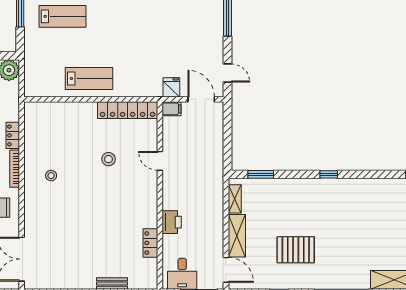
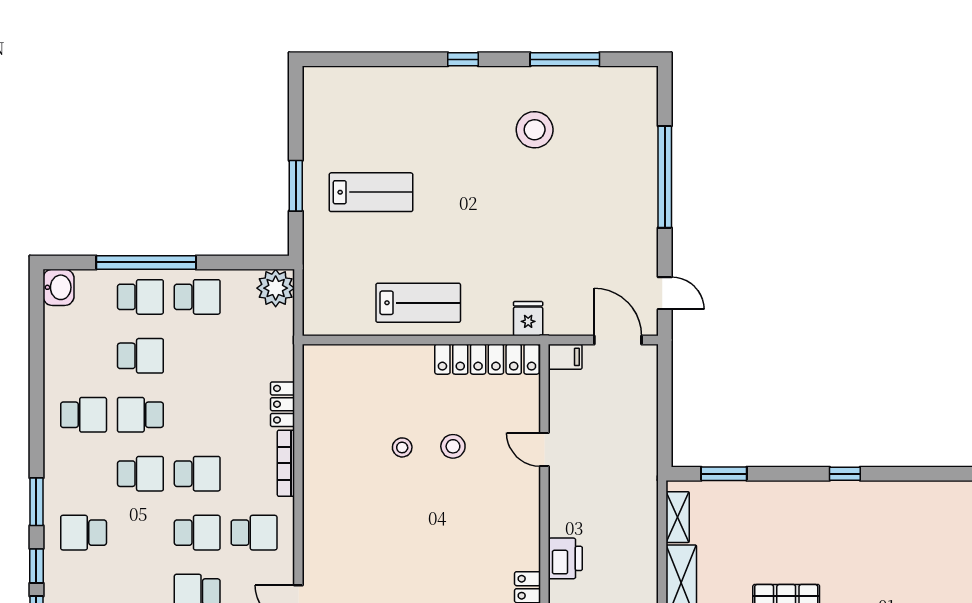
fridge: (171, 87) -> (528, 319), moved
stool: (51, 176) -> (402, 447), moved

